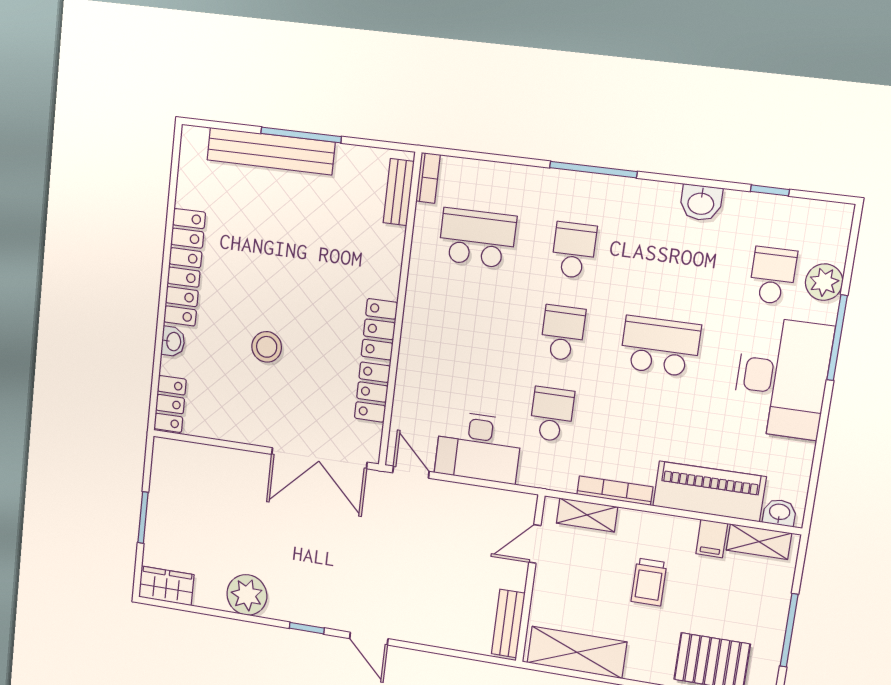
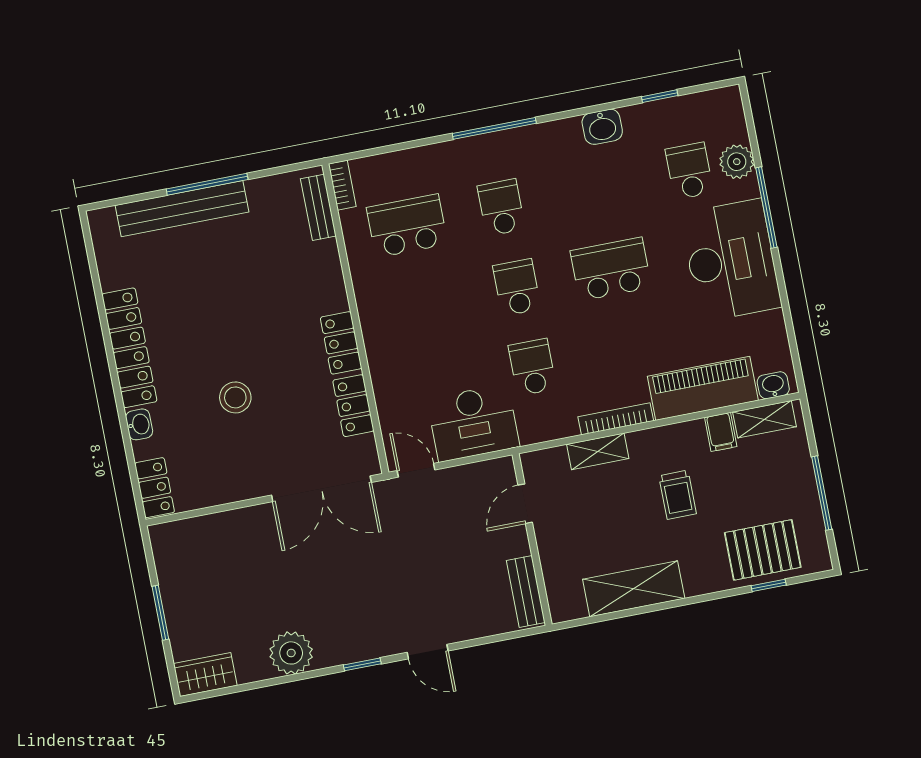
door: (535, 544) -> (525, 504), moved
wall: (530, 579) -> (532, 540), moved
bench: (508, 624) -> (526, 591), moved

